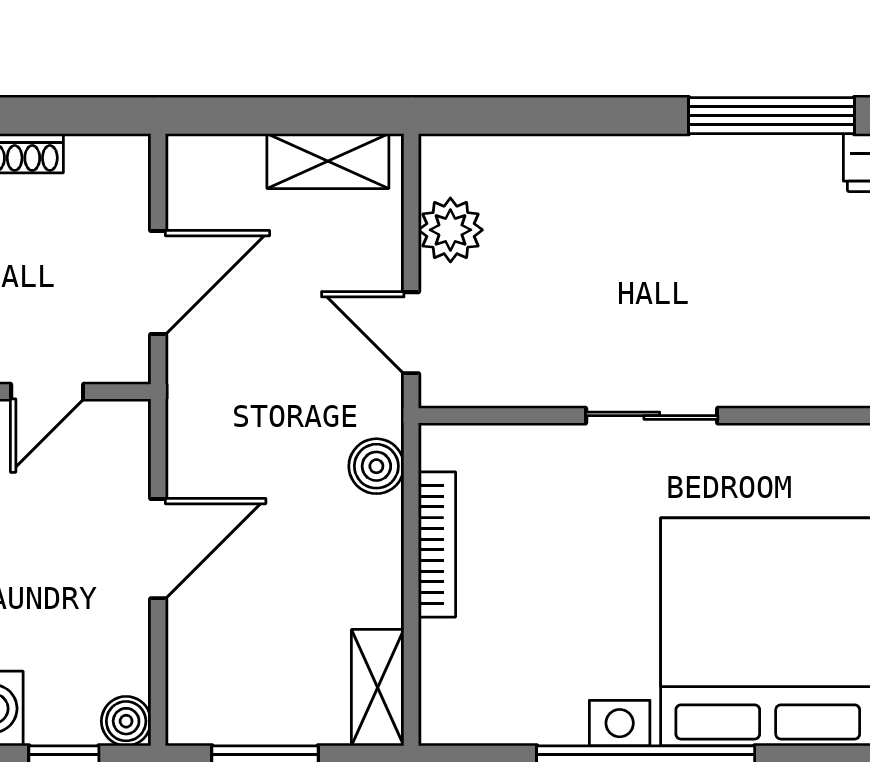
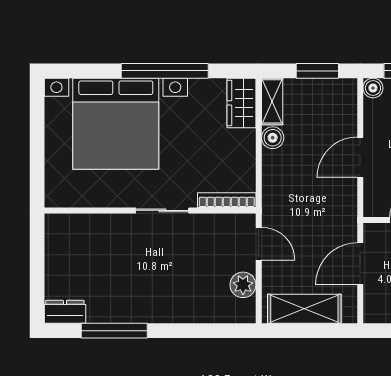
shelving: (328, 161) -> (304, 309), width x1.50, depth x1.33
boiler: (376, 466) -> (273, 138), moved
bookcase: (437, 544) -> (227, 200), moved, turned 90
wardrobe: (454, 684) -> (241, 103), added

